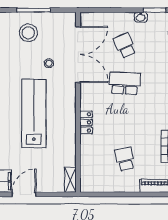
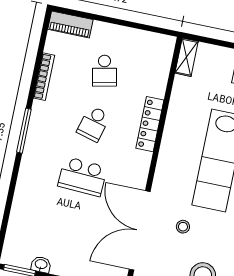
school desk: (125, 45) -> (94, 124), moved, turned 39
locker: (86, 122) -> (150, 124), width x1.53

